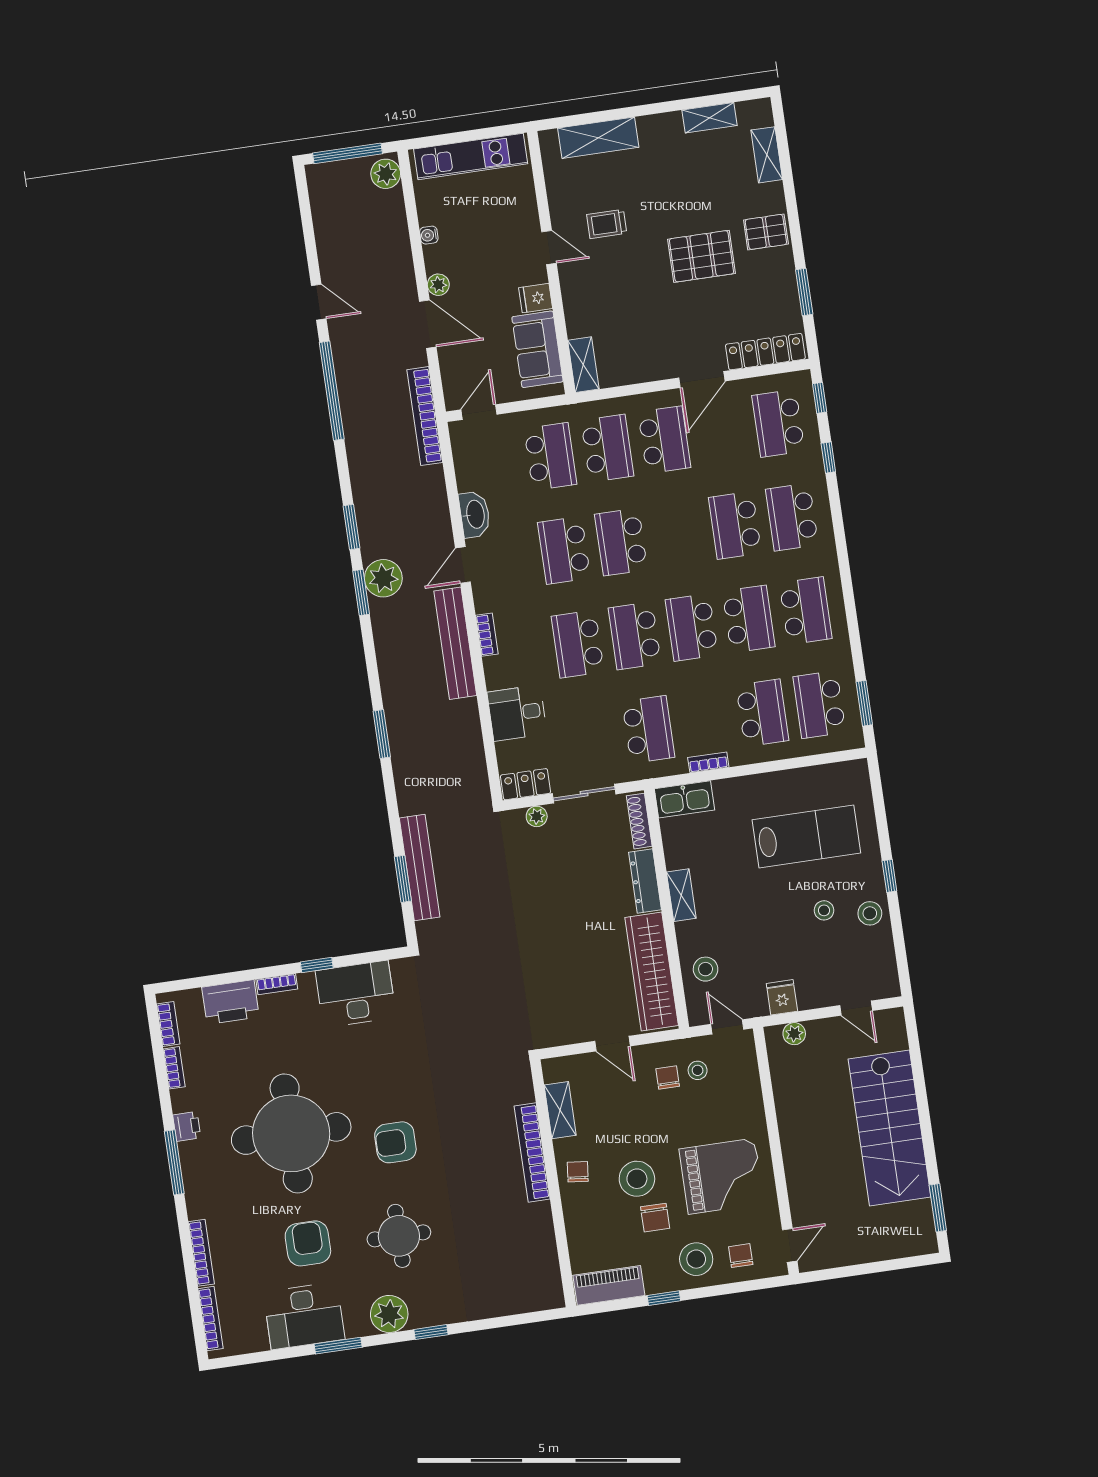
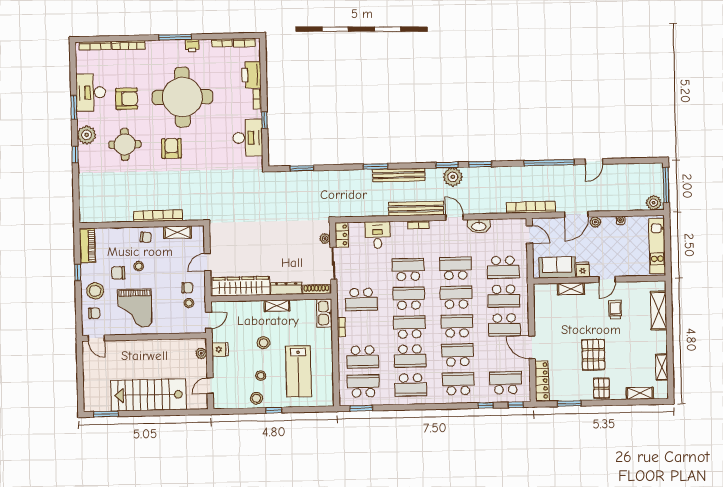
shelving: (583, 365) -> (571, 289), moved
school desk: (678, 534) -> (457, 326), added
bench: (420, 868) -> (399, 175), moved
stool: (706, 969) -> (264, 343), moved
stool: (637, 1179) -> (139, 266), width x0.53, depth x0.53

